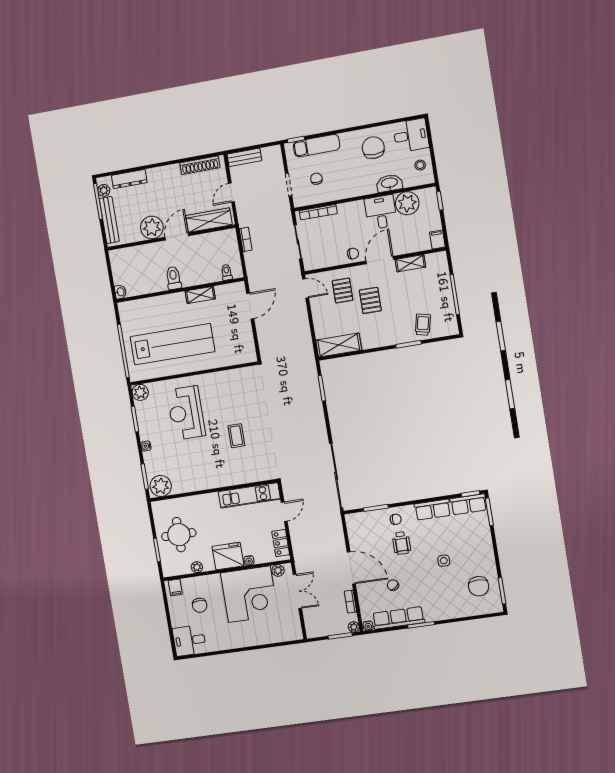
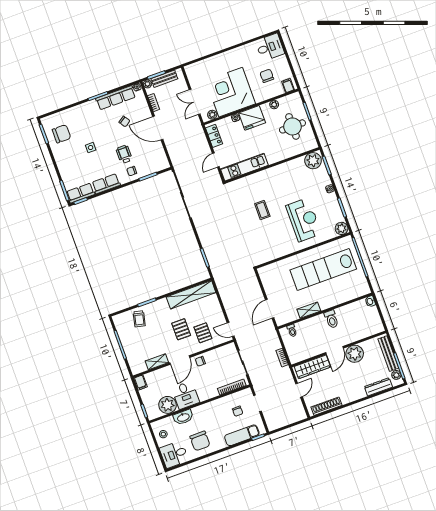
bench: (244, 157) -> (164, 79), moved
shelving: (339, 345) -> (191, 295), width x1.47
chair: (479, 586) -> (62, 134), turned 90

